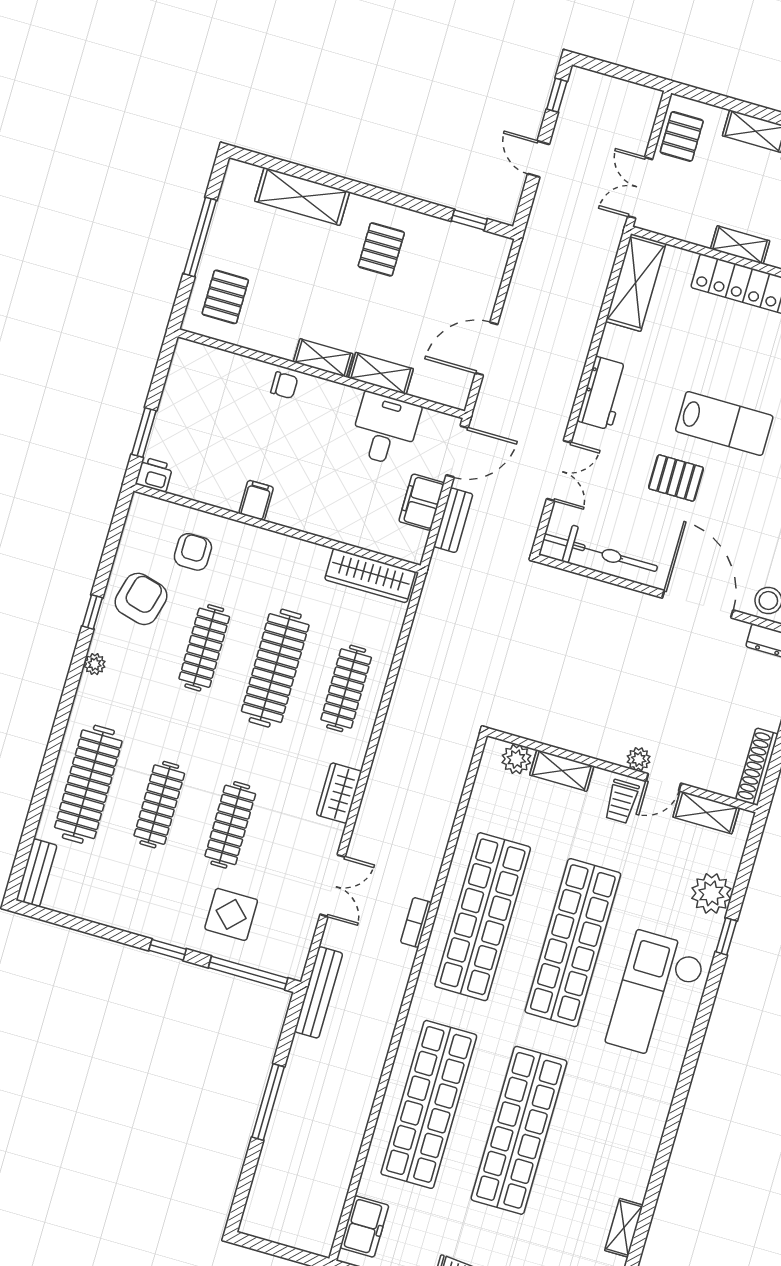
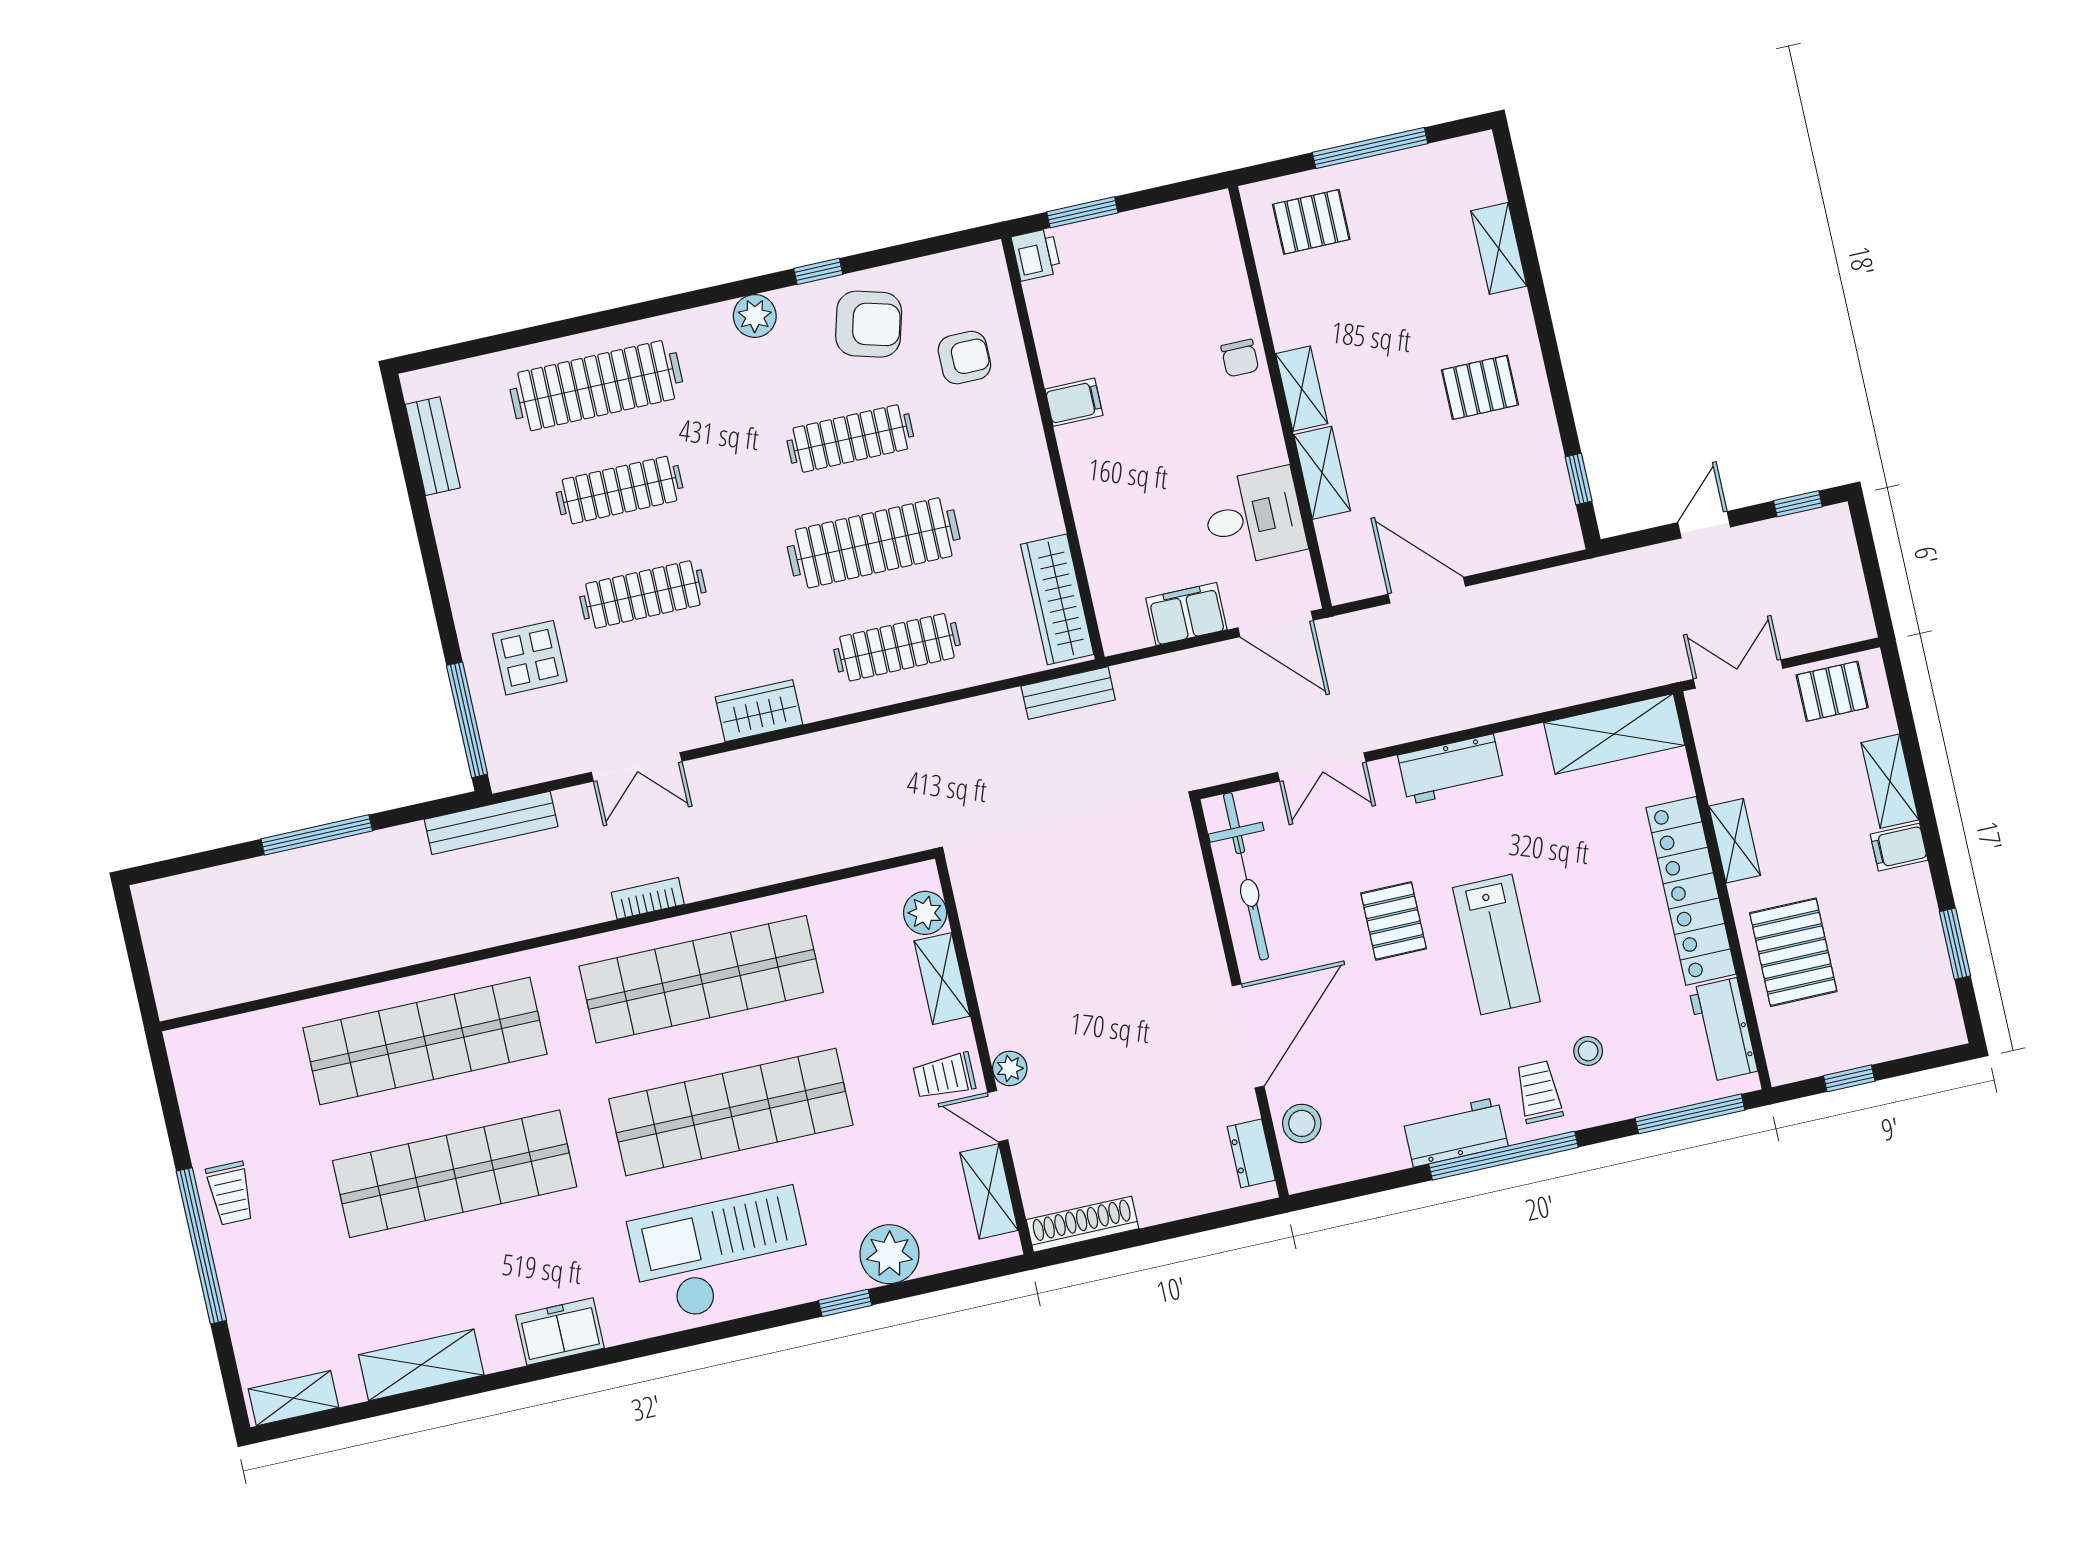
shelving: (302, 196) -> (1499, 248), width x0.67, depth x0.75
bench: (453, 520) -> (1068, 693), moved
plant: (95, 664) -> (755, 316), width x1.38, depth x1.38
bench: (36, 873) -> (433, 446), moved, turned 90
window: (168, 950) -> (441, 601), removed
freezer: (364, 1226) -> (560, 1332), moved, turned 180
shelving: (624, 1228) -> (421, 1365), width x1.50, depth x1.33

